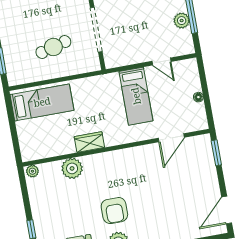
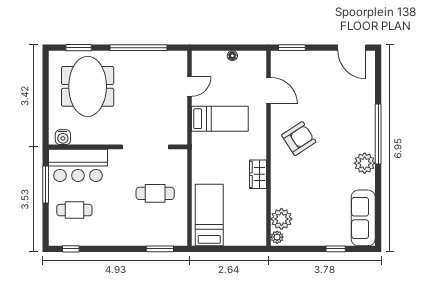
plant: (182, 21) -> (152, 59), removed
cafe table: (53, 47) -> (155, 193), turned -75
plant: (72, 168) -> (281, 219), moved
armchair: (114, 211) -> (299, 139), moved, turned -33

